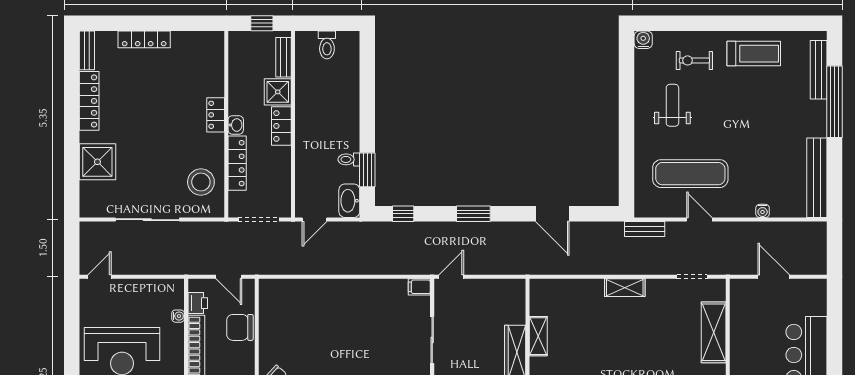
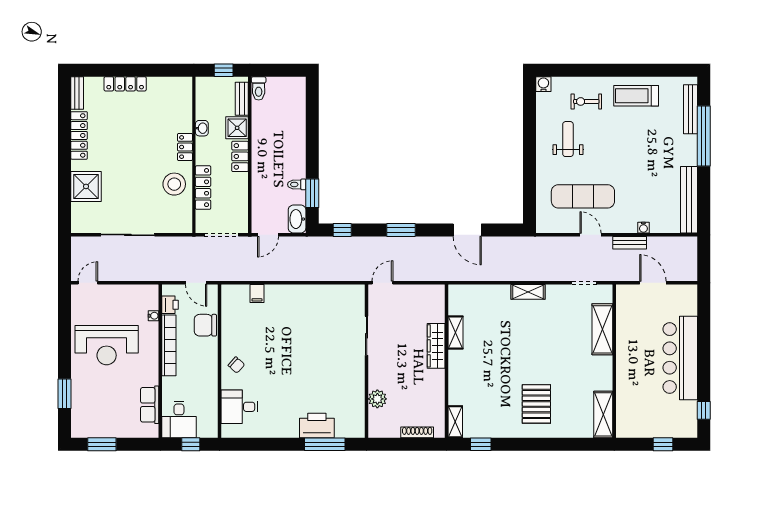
toilet: (327, 45) -> (259, 88), moved
treadmill: (754, 54) -> (636, 96), turned 180
washbasin: (236, 125) -> (202, 128), moved
stool: (201, 182) -> (174, 184), moved
bench: (645, 229) -> (630, 243), moved
filing cabinet: (419, 287) -> (257, 294), moved, turned -90

